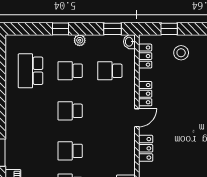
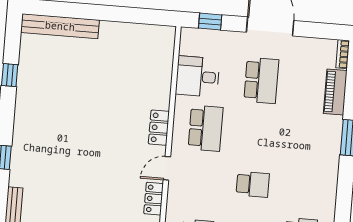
school desk: (70, 151) -> (206, 128), moved, width x1.85

